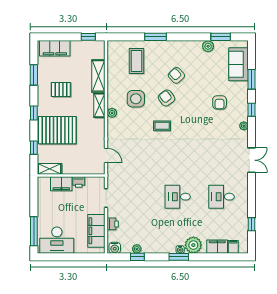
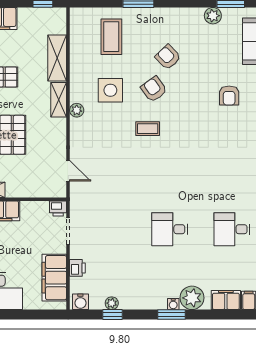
printer: (79, 182) -> (58, 208), moved

